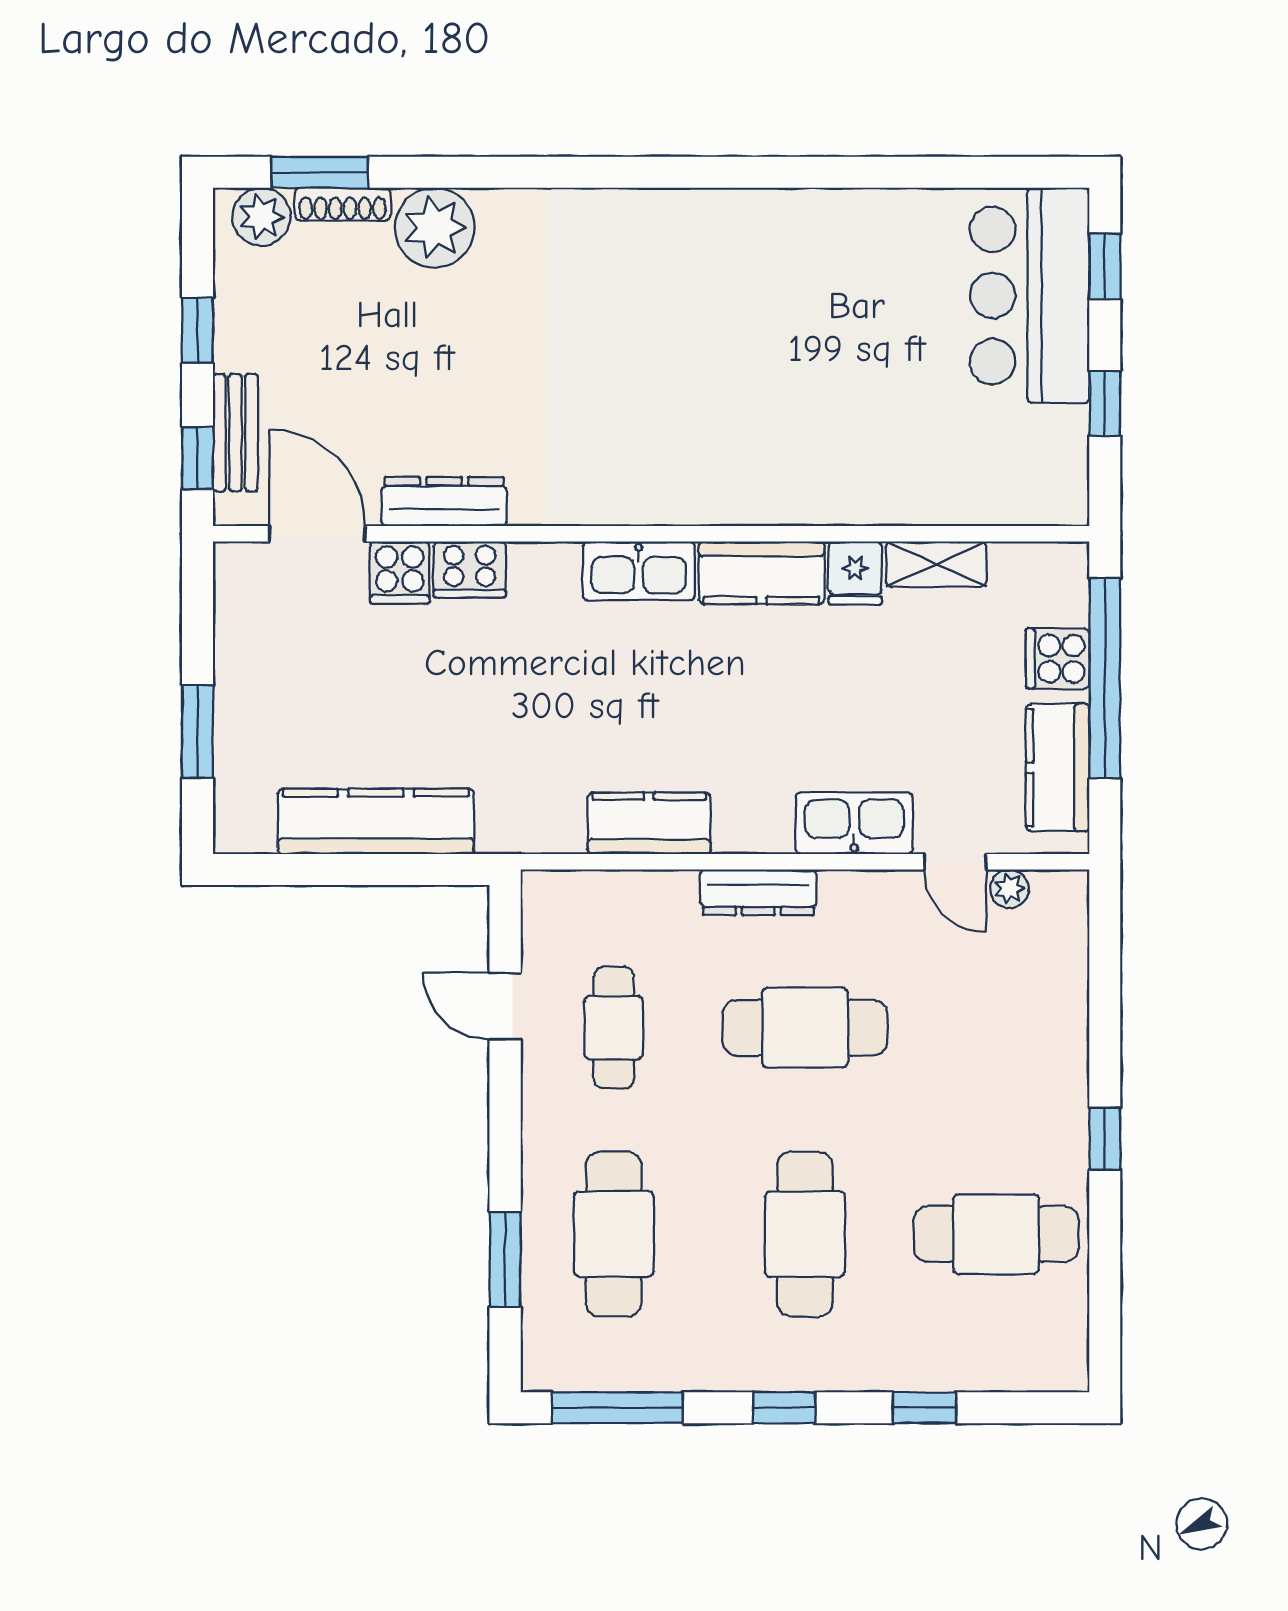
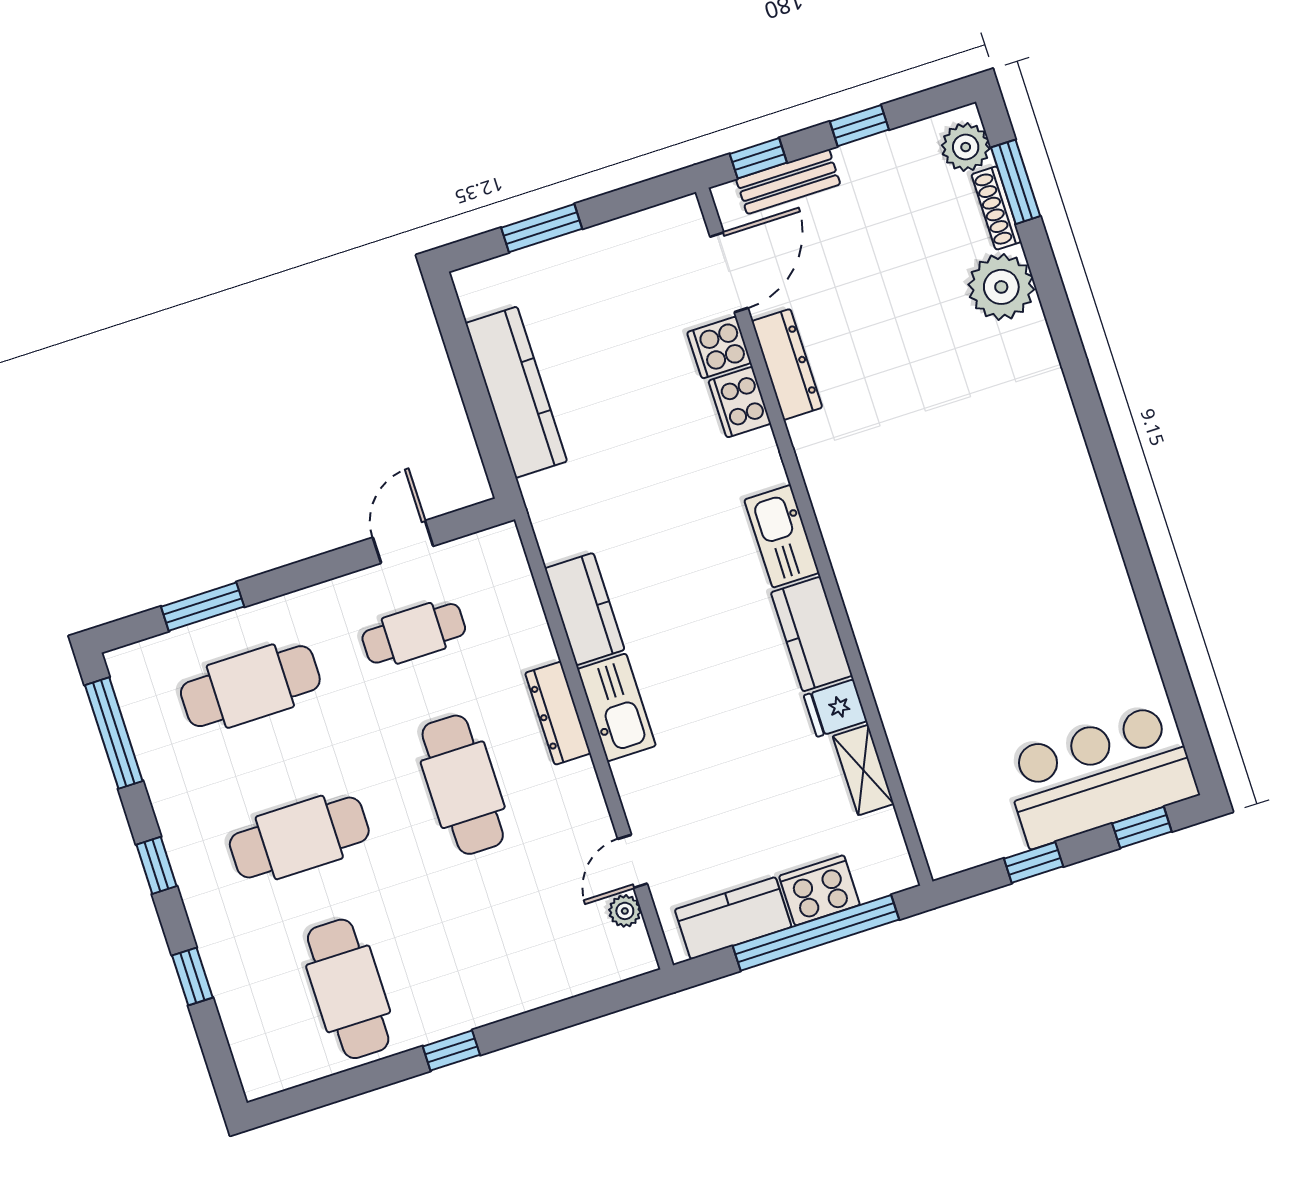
cooker: (1058, 659) -> (819, 890), width x1.36
kitchen sink: (854, 823) -> (617, 707), moved

